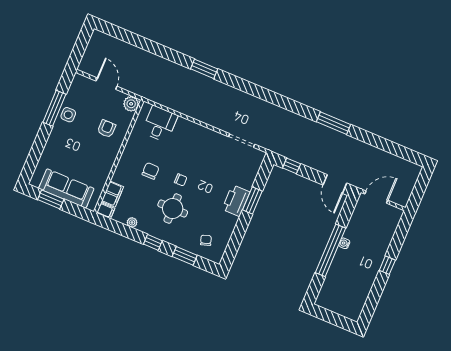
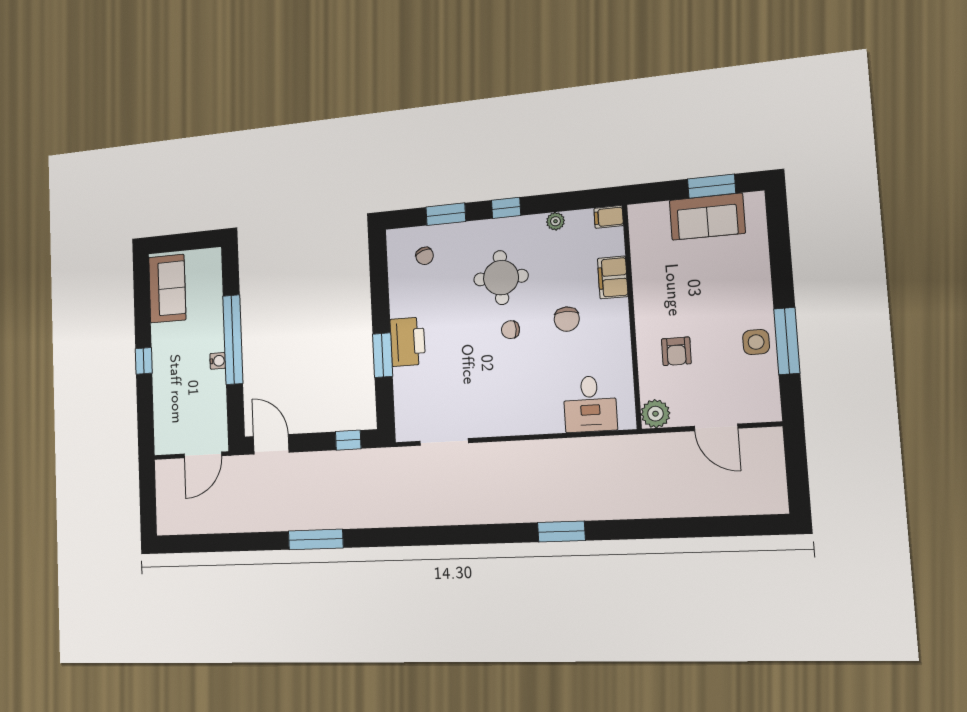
sofa: (66, 188) -> (707, 217), width x0.73
filing cabinet: (112, 194) -> (613, 277), moved
sofa: (355, 298) -> (167, 289), added

